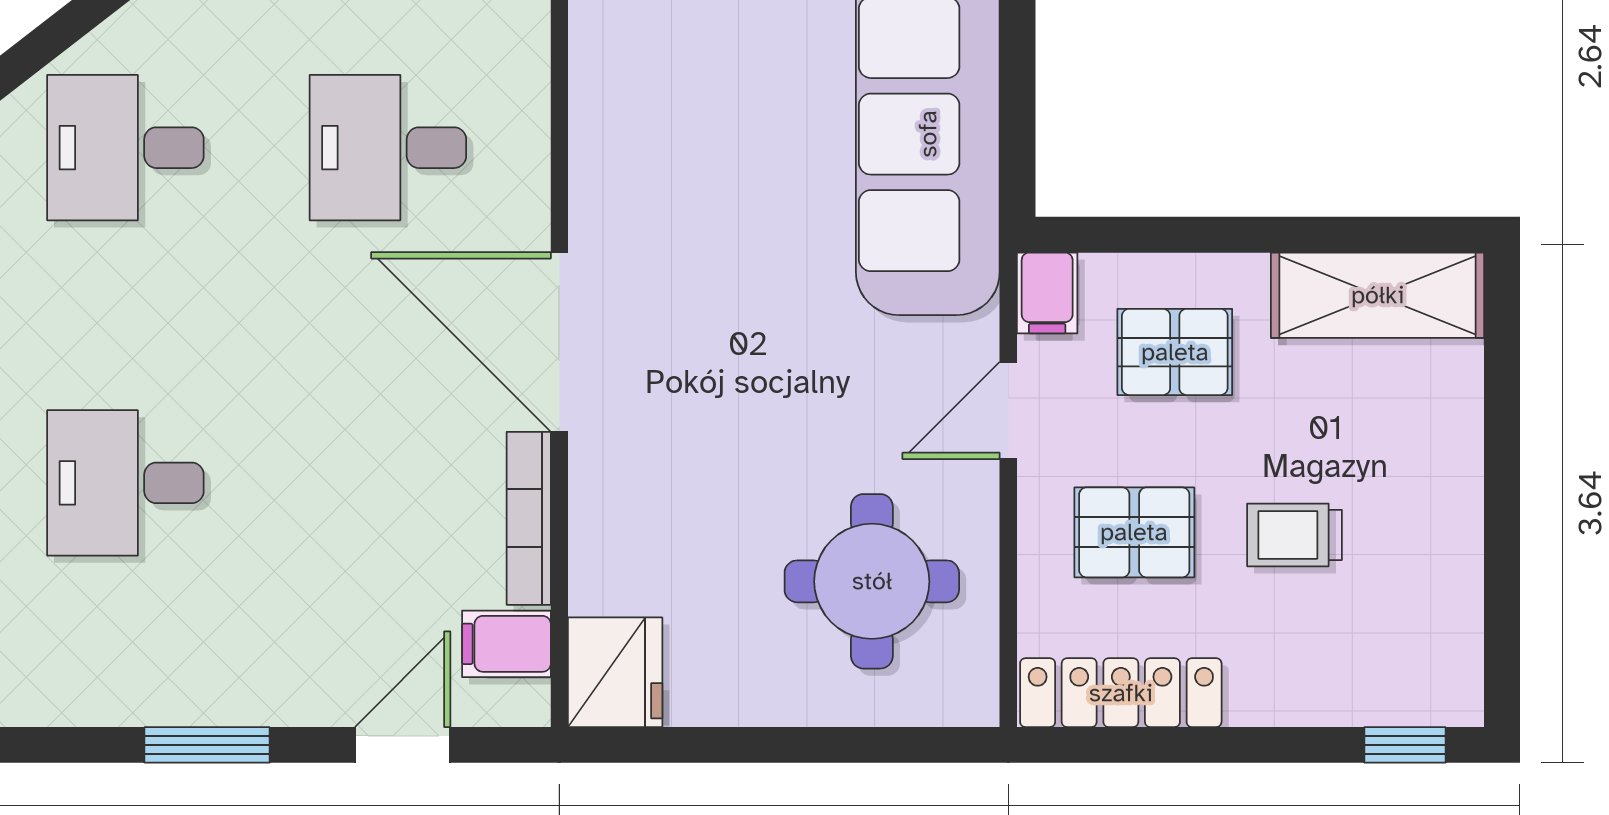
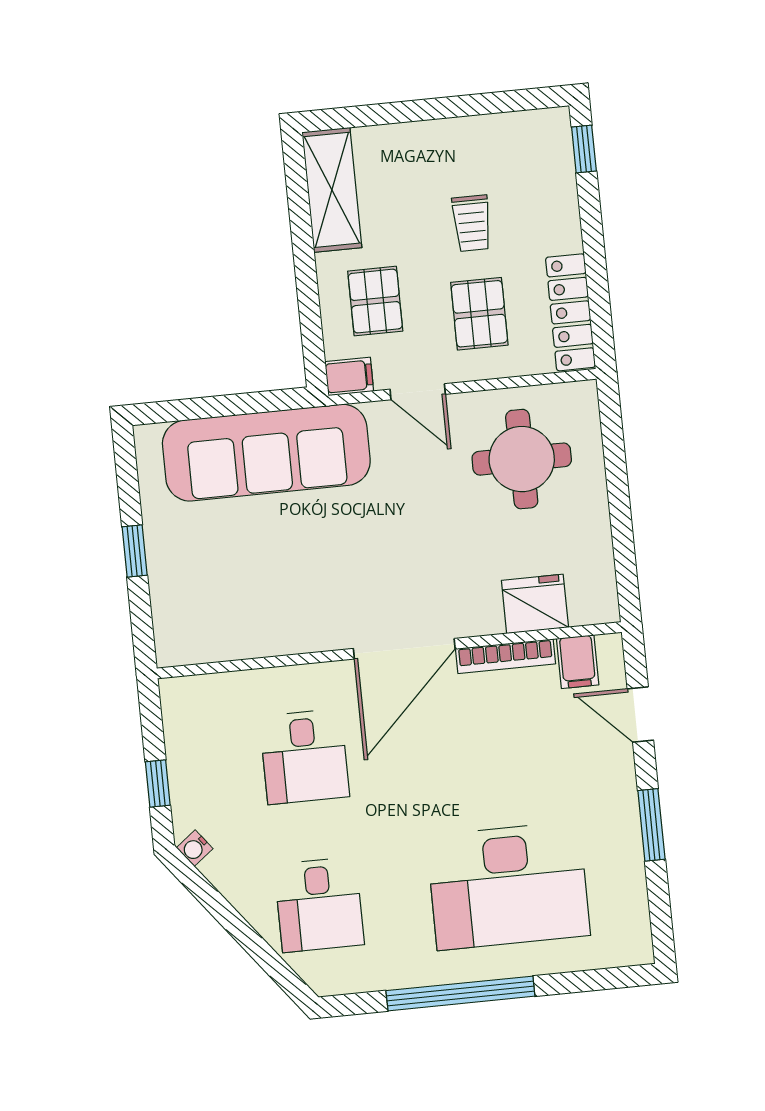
desk: (125, 483) -> (508, 886), width x1.87, depth x1.30
fridge: (615, 672) -> (535, 604), moved

